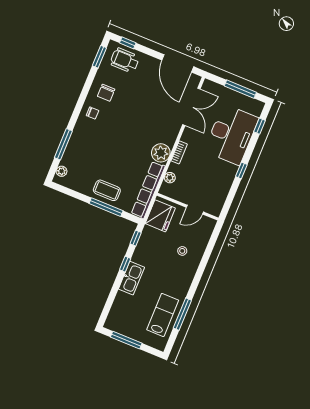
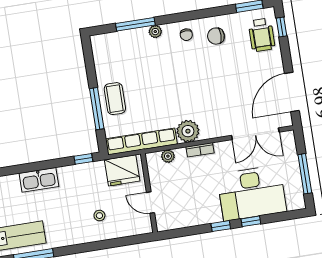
wheelchair: (125, 60) -> (262, 35), turned 180
window: (260, 126) -> (251, 221), moved
plant: (62, 171) -> (155, 32), moved
window: (125, 264) -> (50, 164), removed

